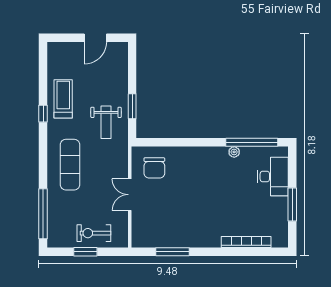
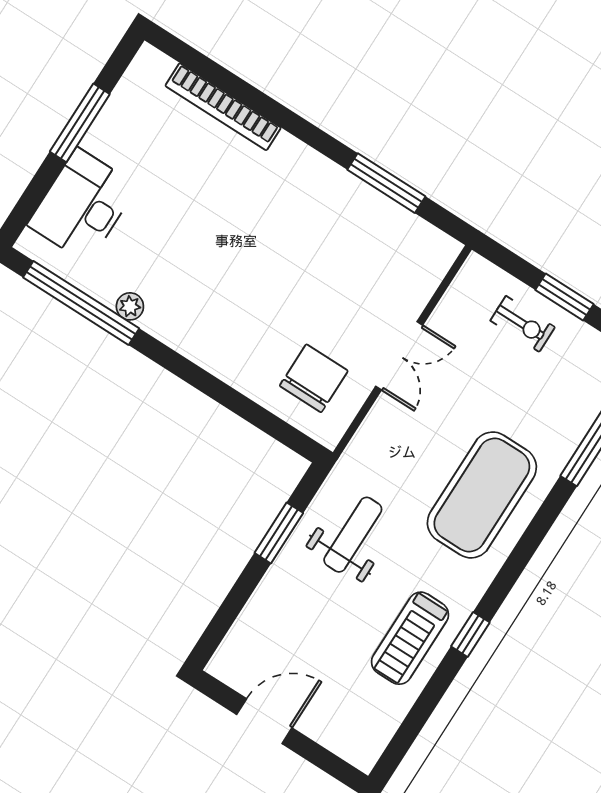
exercise mat: (70, 165) -> (482, 495), width x1.47
exercise bike: (94, 233) -> (523, 324), width x0.73, depth x0.72

